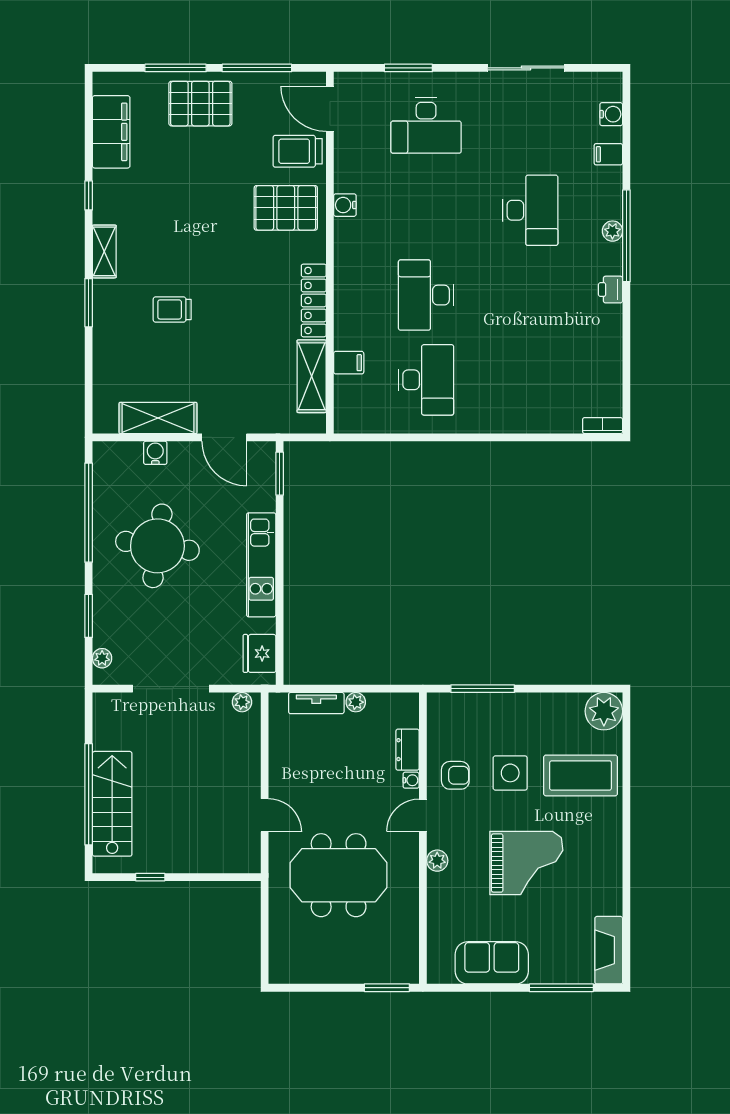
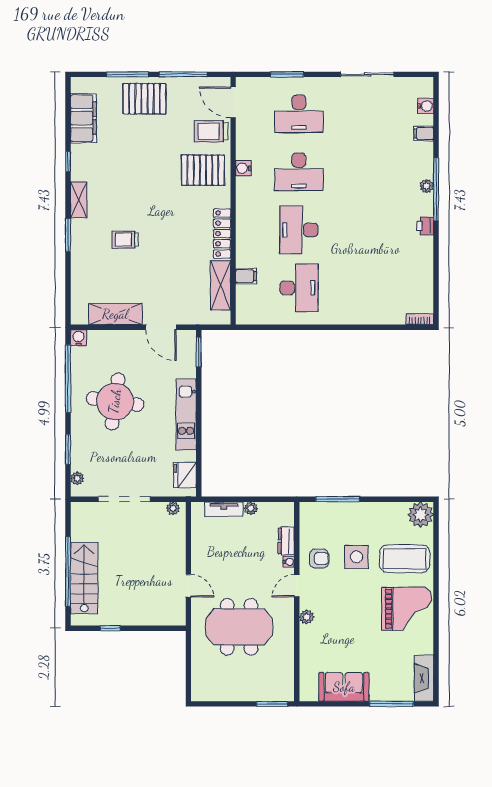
desk: (530, 210) -> (299, 172), moved, turned 90
water cooler: (155, 453) -> (79, 338), moved
grand piano: (526, 863) -> (407, 609), moved

